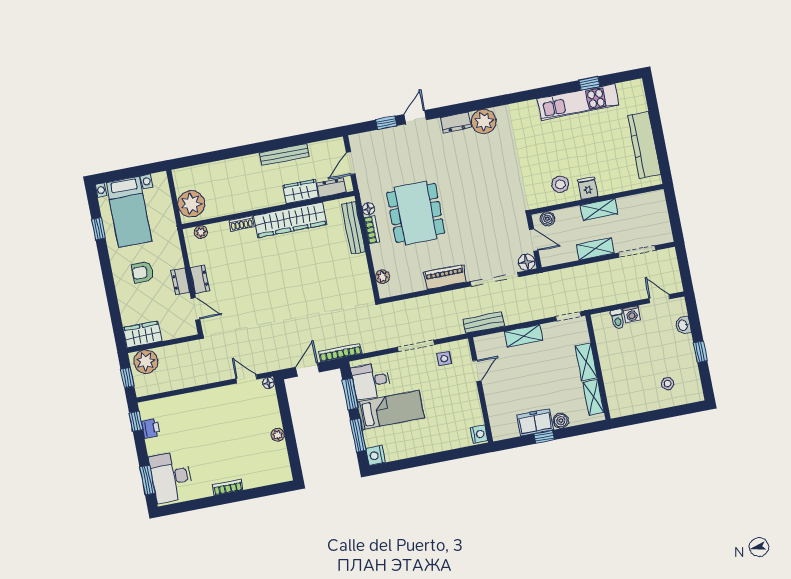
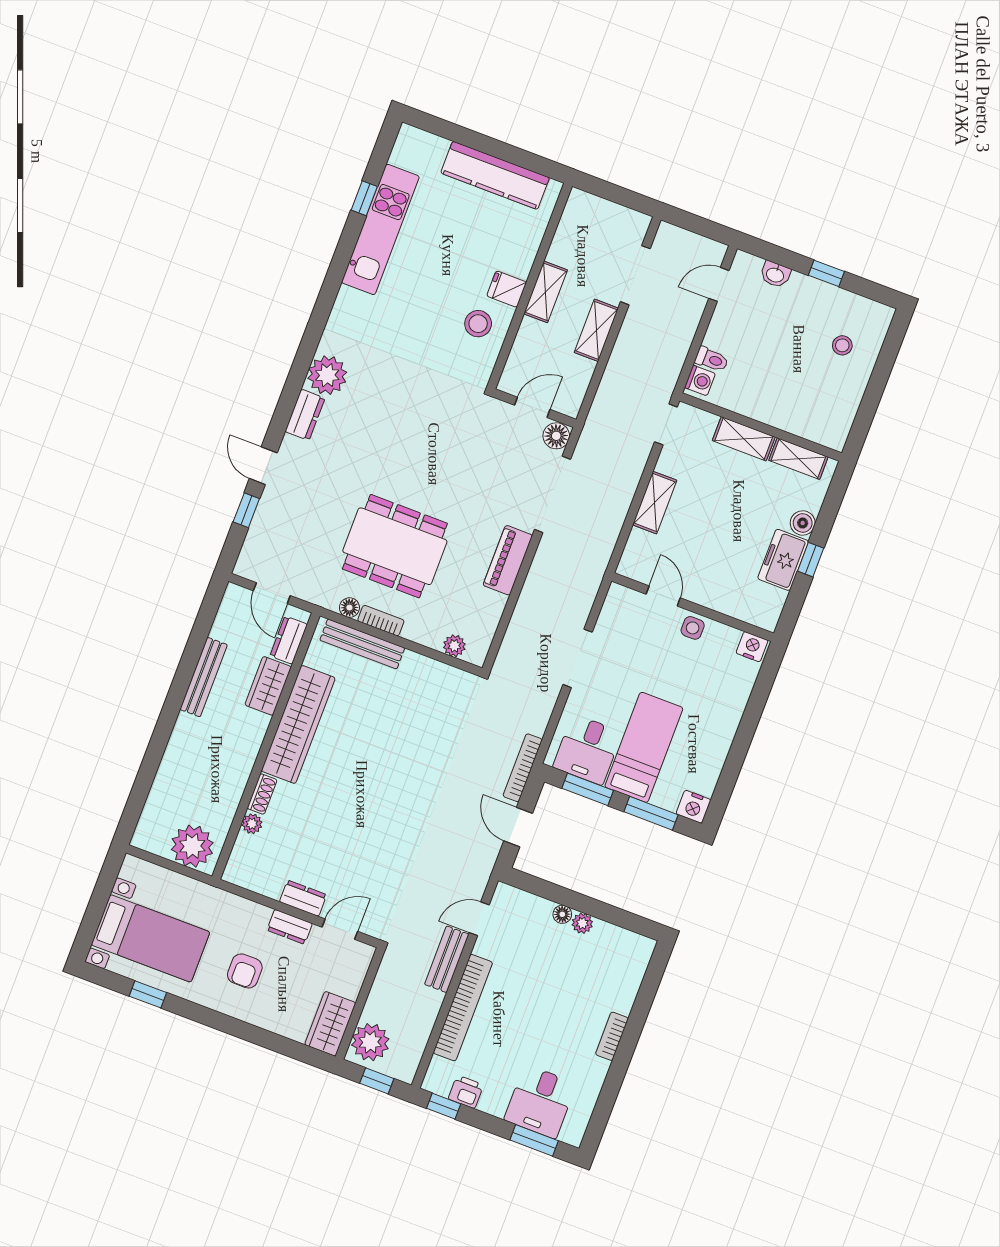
boiler: (547, 219) -> (514, 371), removed
plant: (201, 232) -> (252, 824), moved
washing machine: (632, 314) -> (700, 380), moved
bench: (484, 323) -> (447, 959), moved
side table: (444, 359) -> (693, 628), moved
floor lamp: (268, 383) -> (562, 914), moved
bookcase: (194, 399) -> (463, 1008), added
desk: (171, 477) -> (540, 1102), width x0.73

